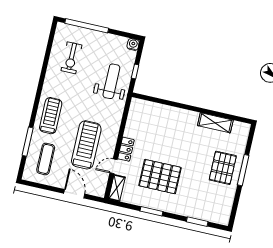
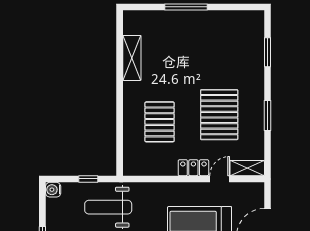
door: (114, 166) -> (220, 179), swing flipped
pallet: (223, 168) -> (160, 122), moved, turned 90

